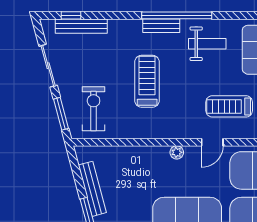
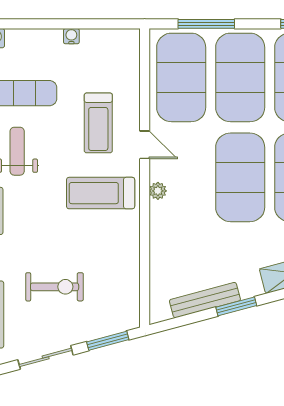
treadmill: (147, 81) -> (101, 193), moved
exercise bike: (94, 109) -> (55, 287), moved, turned 180

